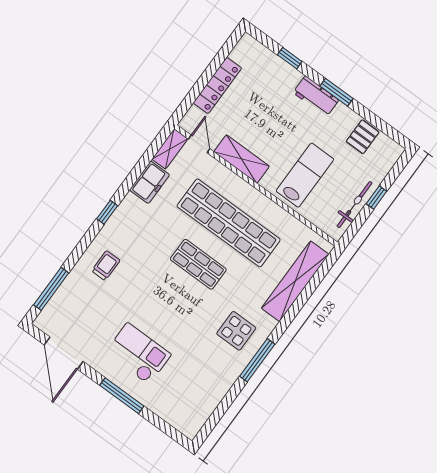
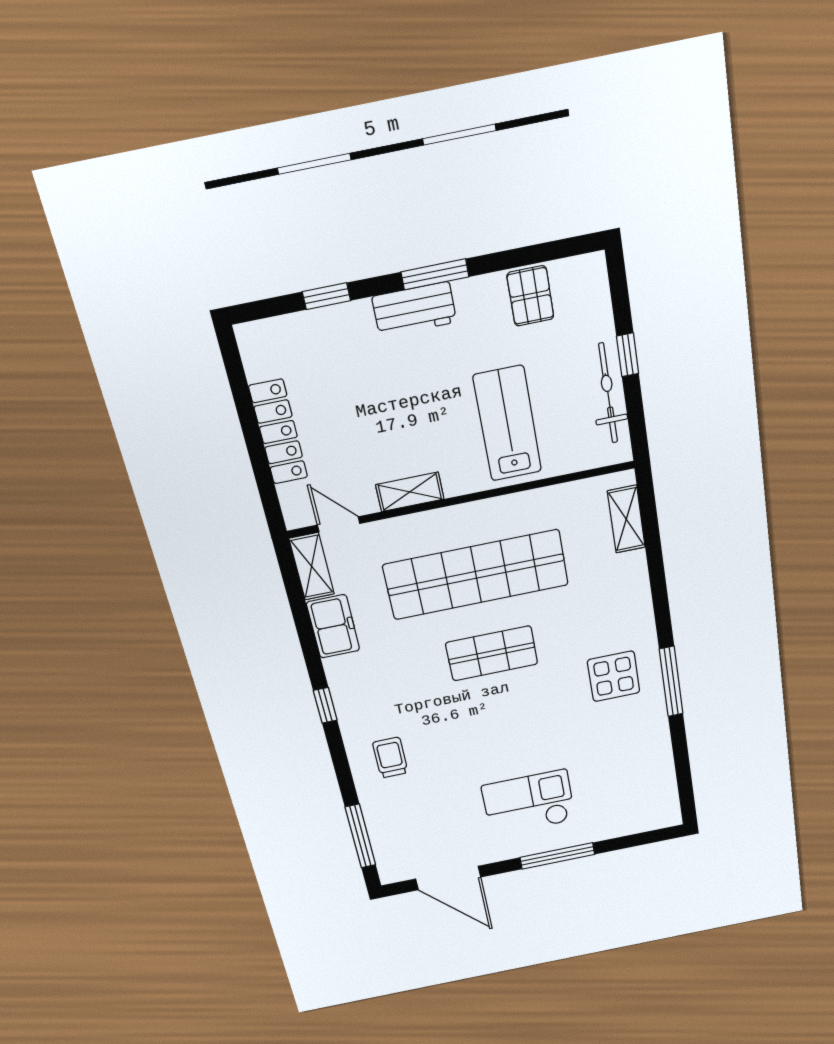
shelving: (242, 159) -> (410, 492), width x0.67, depth x0.75
shelving: (295, 281) -> (626, 519), width x0.45, depth x0.75

